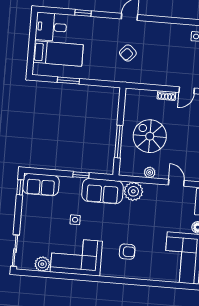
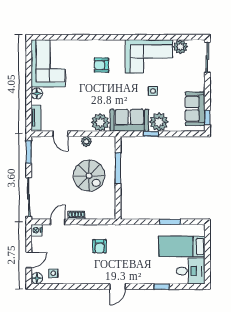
armchair: (128, 53) -> (100, 246), moved, turned 138
sofa: (41, 185) -> (195, 109), moved, turned -90
plant: (71, 187) -> (159, 122), added

